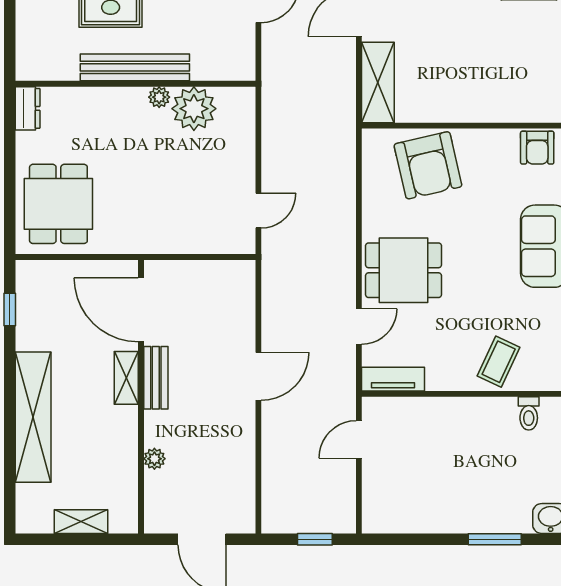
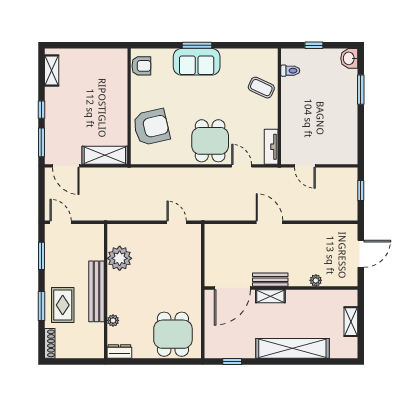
plant: (159, 97) -> (113, 320), moved
dining table: (58, 204) -> (173, 334), turned 90

